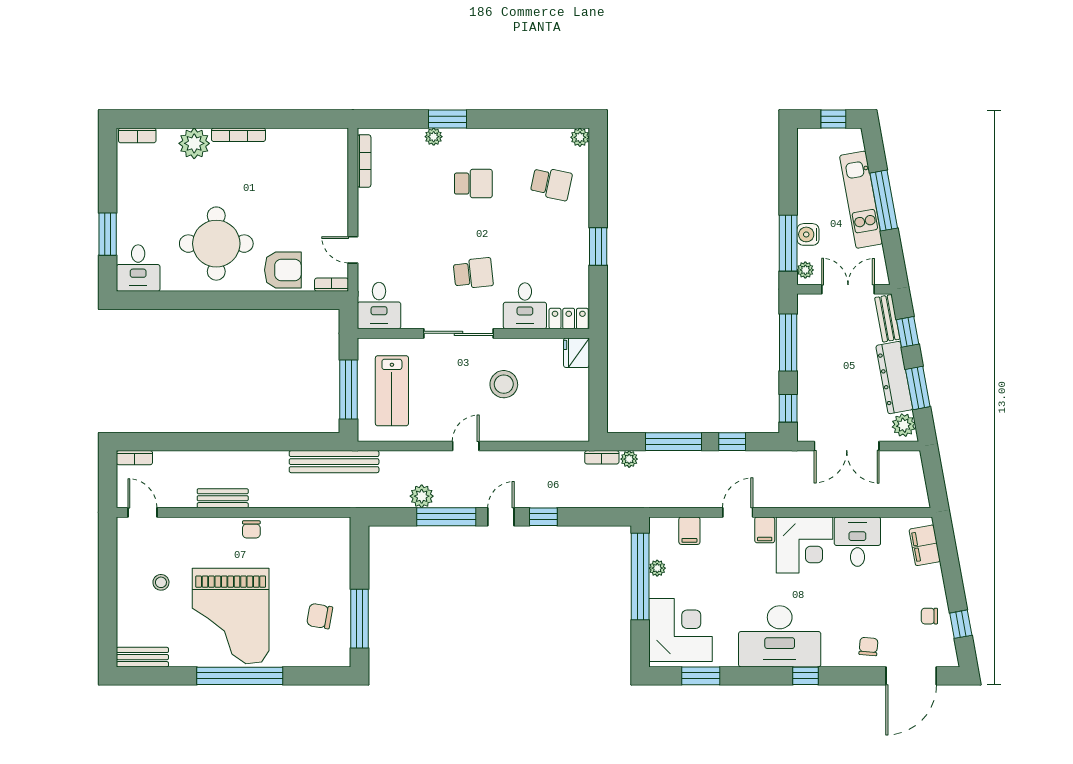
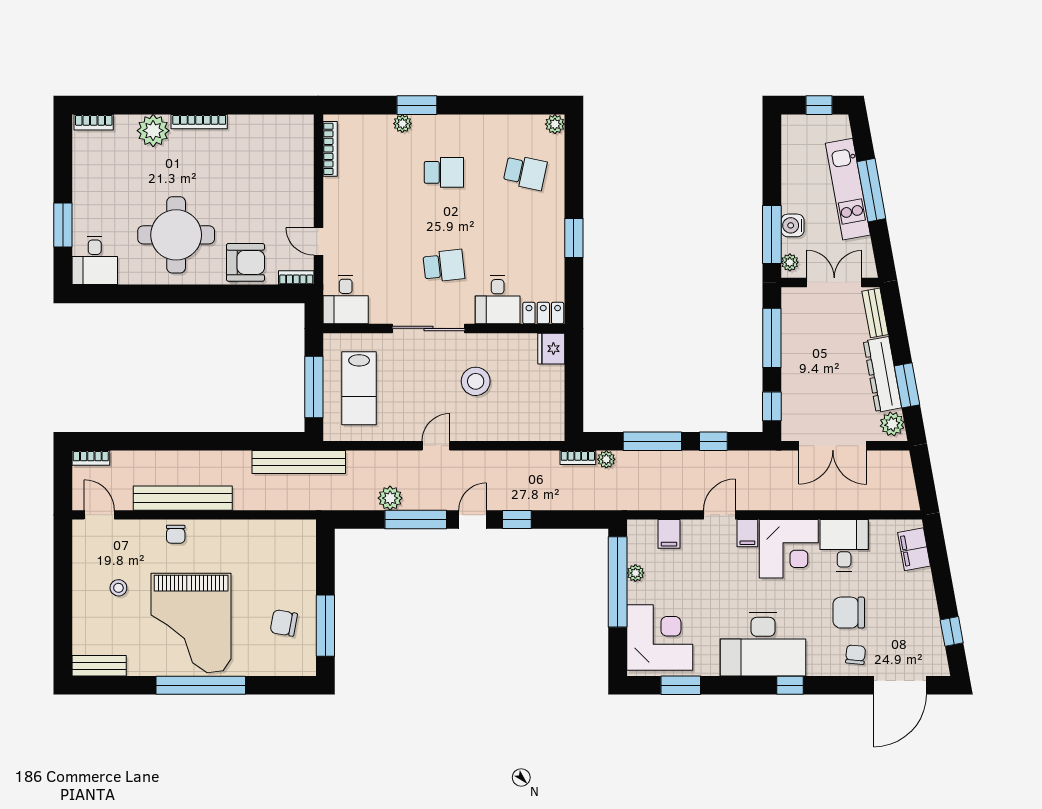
window: (908, 332) -> (896, 327), removed
bench: (223, 498) -> (183, 498), width x1.86, depth x1.21
chair: (251, 529) -> (176, 534), moved
chair: (929, 616) -> (849, 613), moved, width x1.87, depth x1.87

